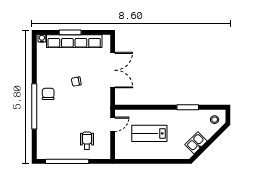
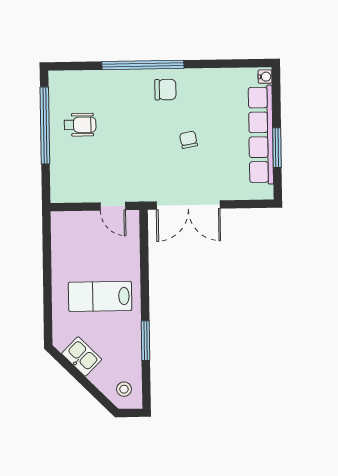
window: (70, 32) -> (277, 148), moved
double door: (113, 70) -> (188, 205), moved
lab bench: (149, 133) -> (100, 296), moved, turned -90
wheelchair: (87, 141) -> (80, 125), moved

